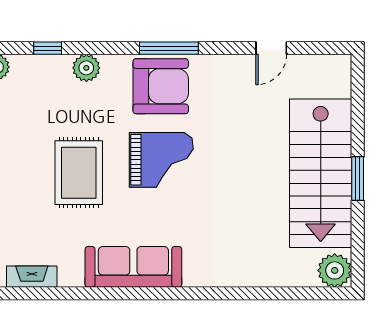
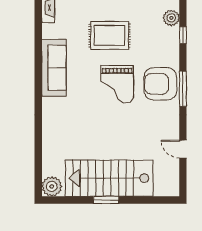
window: (48, 48) -> (183, 35), moved
plant: (86, 68) -> (171, 18), moved
armchair: (161, 86) -> (160, 84), turned 90

